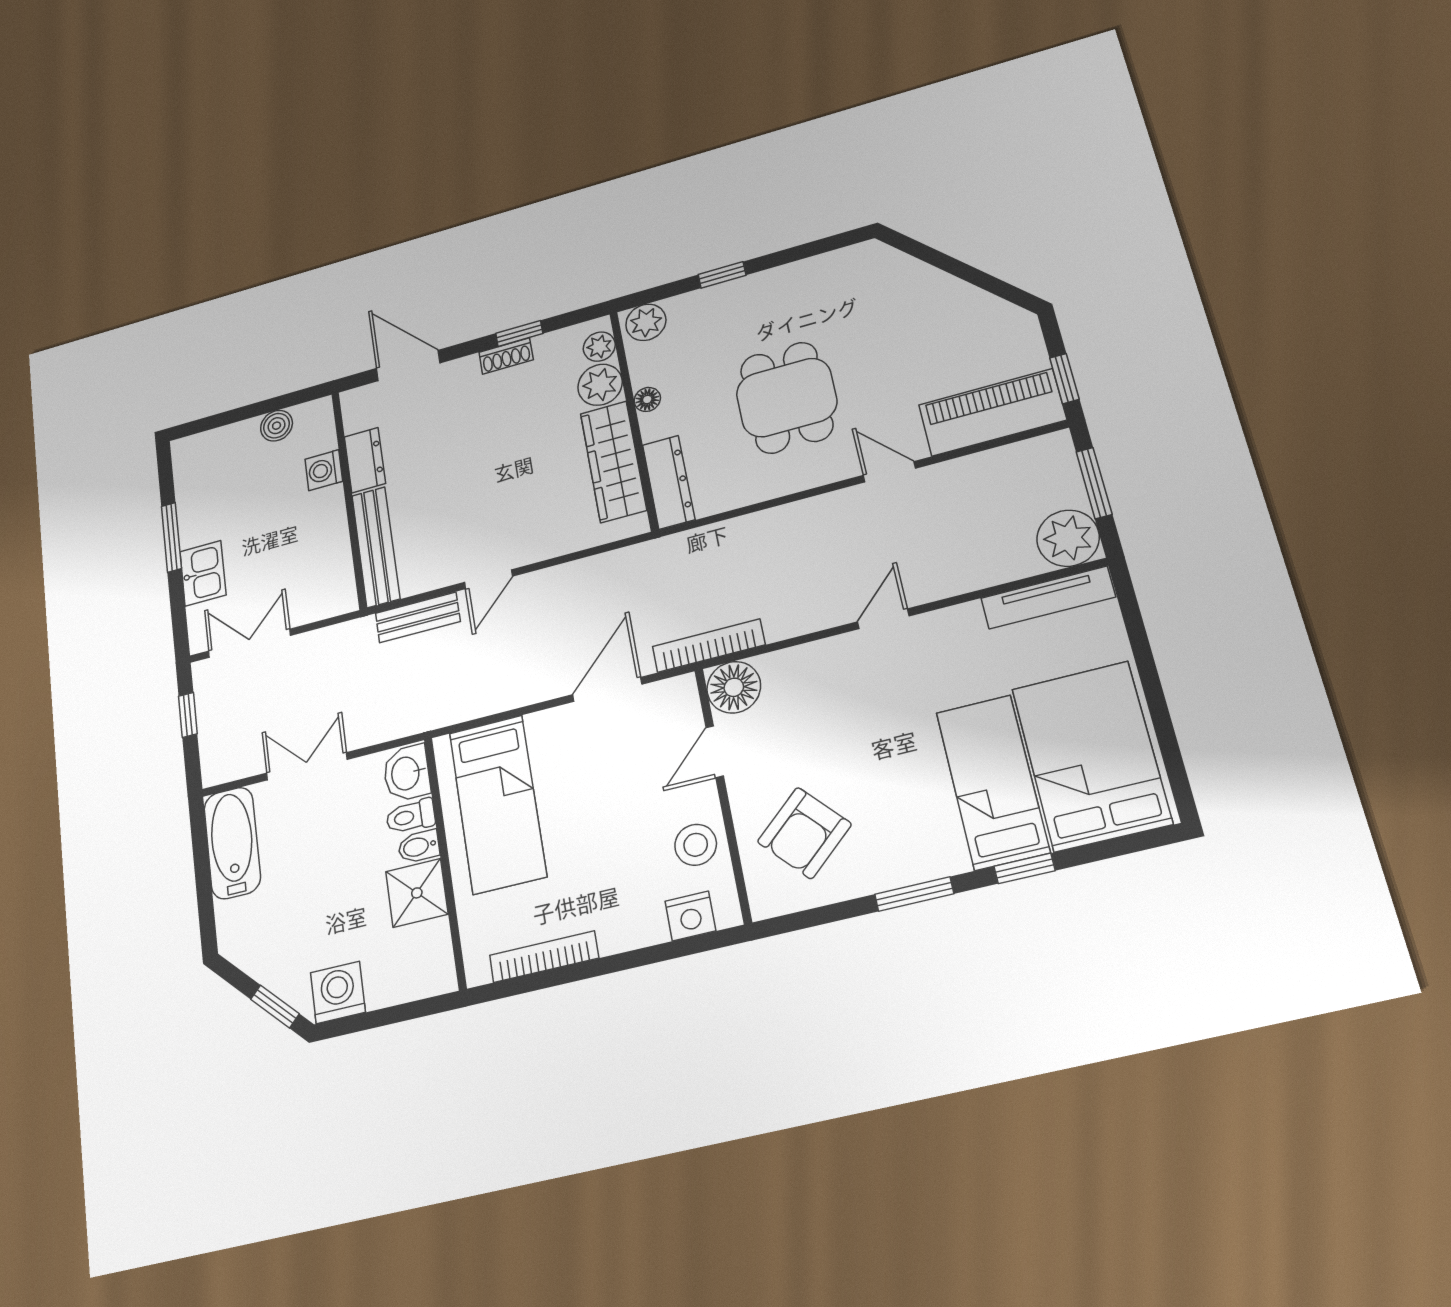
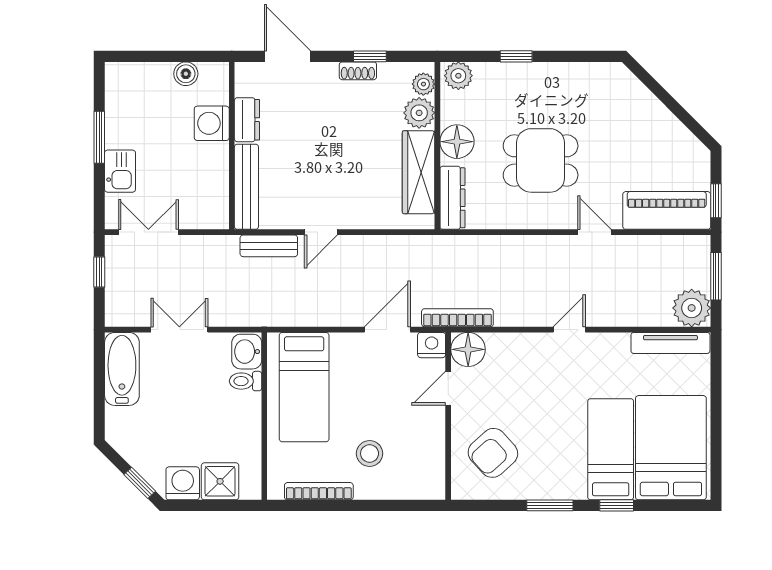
dining table: (787, 398) -> (541, 160), turned 90
floor lamp: (647, 399) -> (457, 142), width x1.89, depth x1.89
washing machine: (324, 470) -> (212, 123), width x1.38, depth x1.38
stool: (696, 845) -> (370, 453), moved
bidet: (419, 846) -> (248, 402), removed
shower: (417, 893) -> (220, 481), moved
nightstand: (690, 916) -> (432, 345), moved, turned 180

